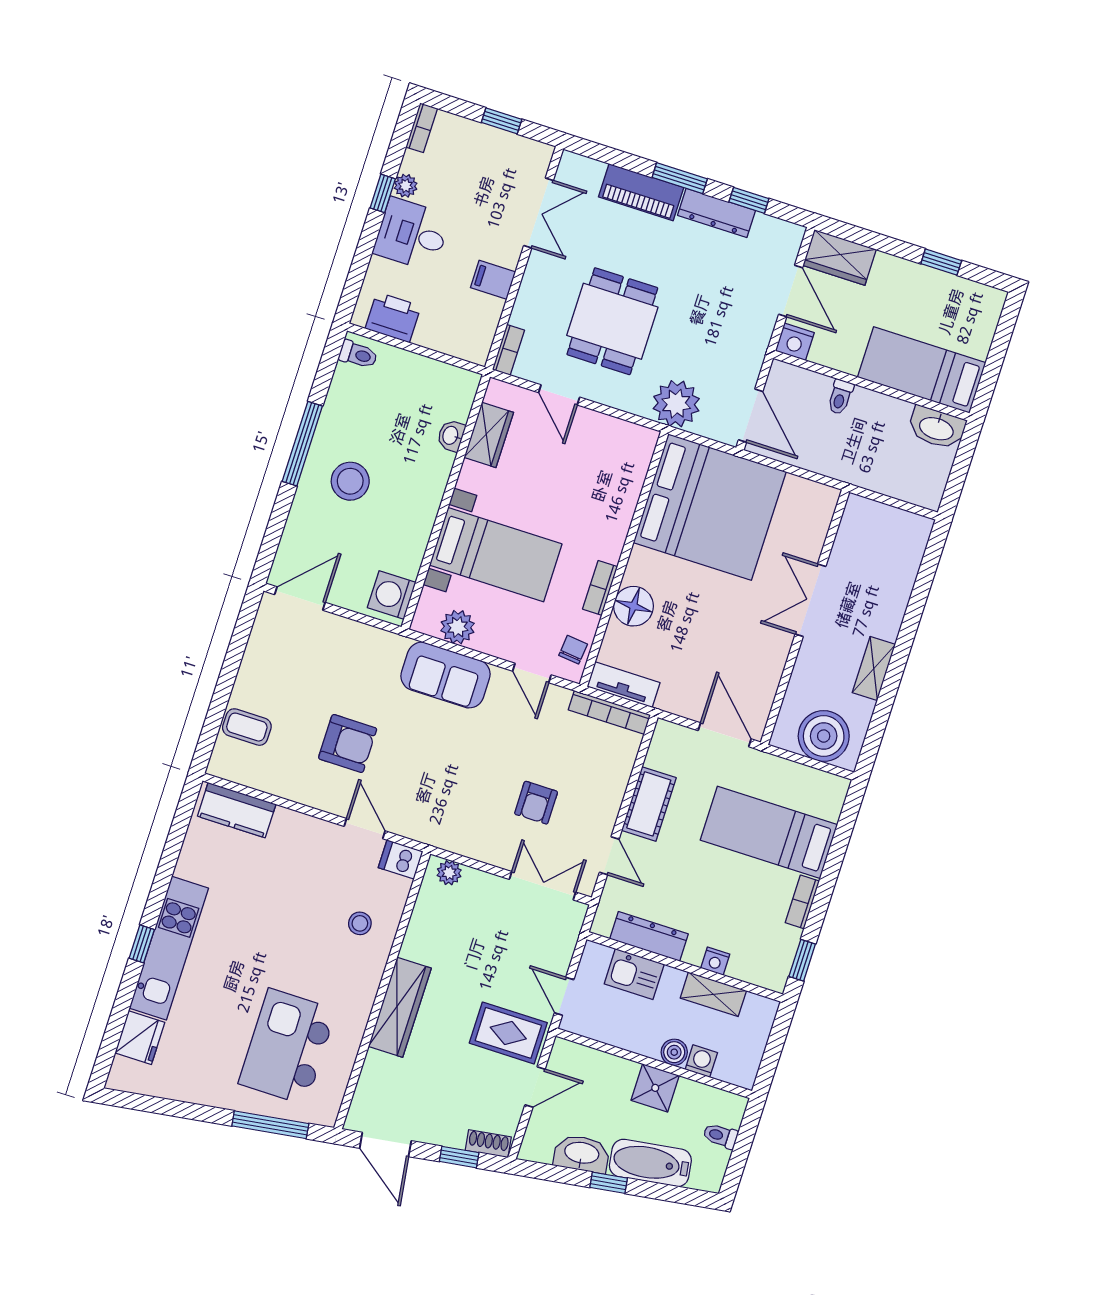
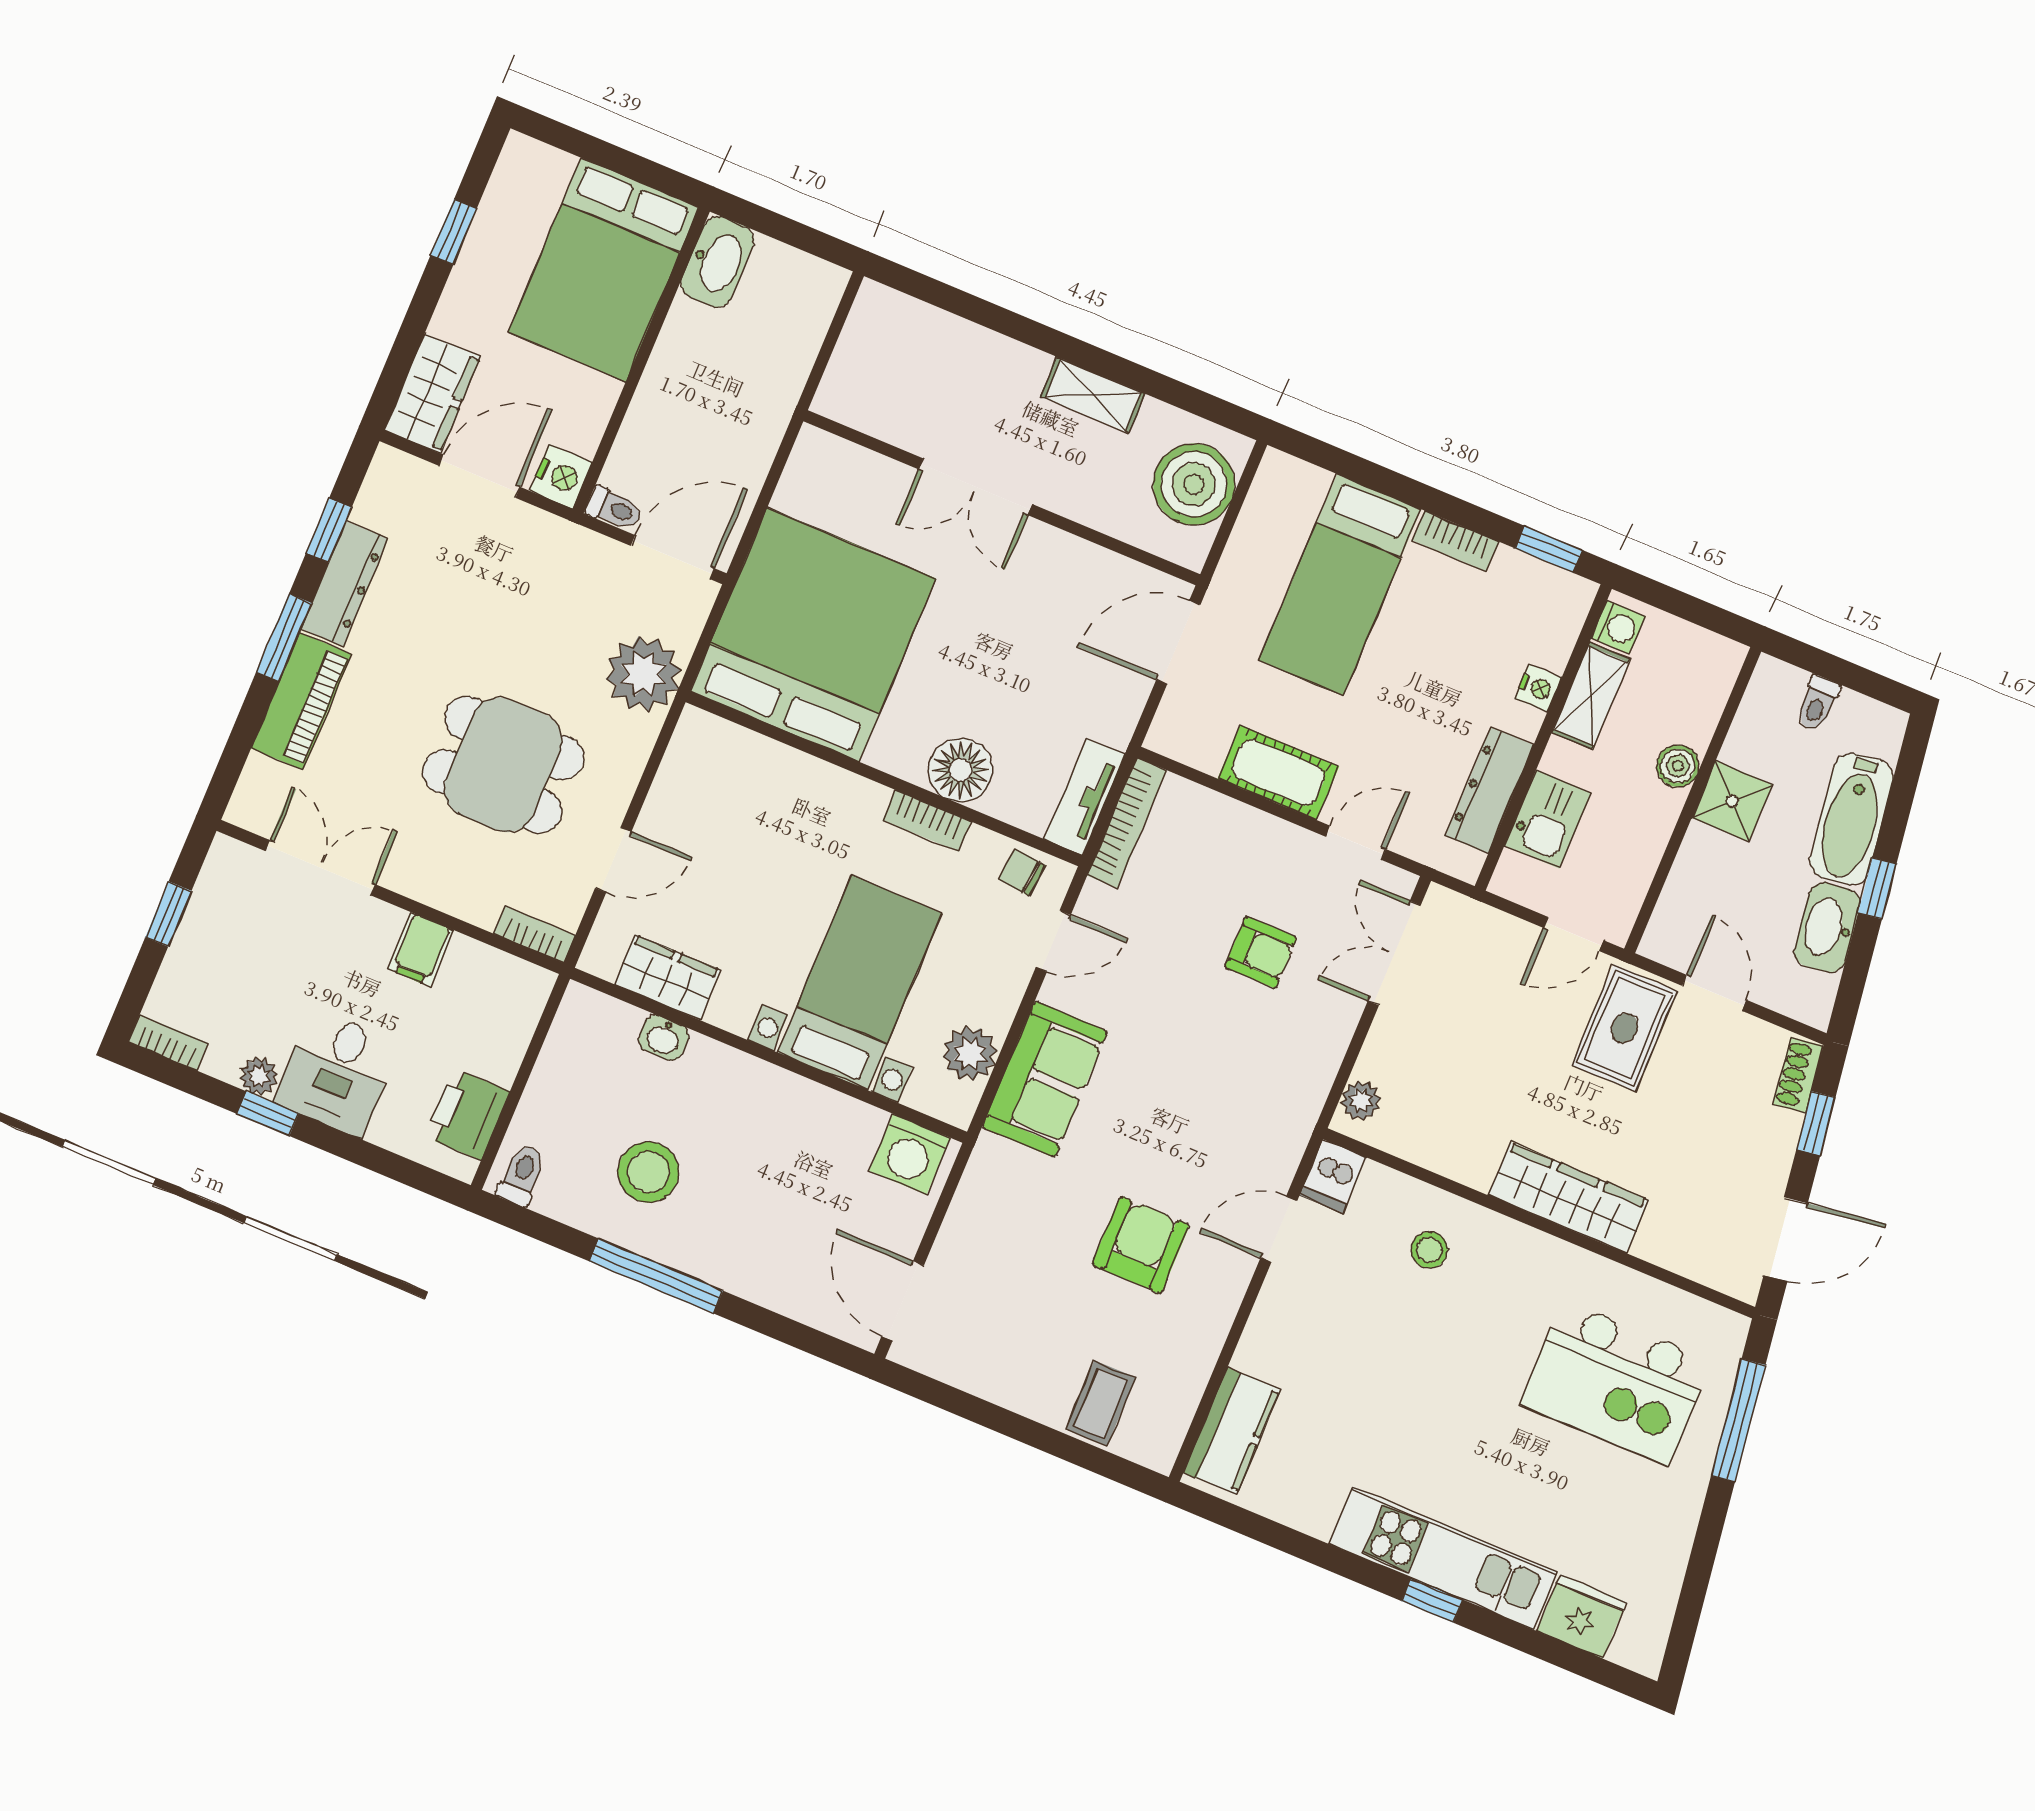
bed: (922, 370) -> (604, 270), width x1.50
toilet: (840, 397) -> (614, 509), moved
stool: (350, 481) -> (648, 1172), moved
washing machine: (701, 1061) -> (1618, 627), moved, turned 180

